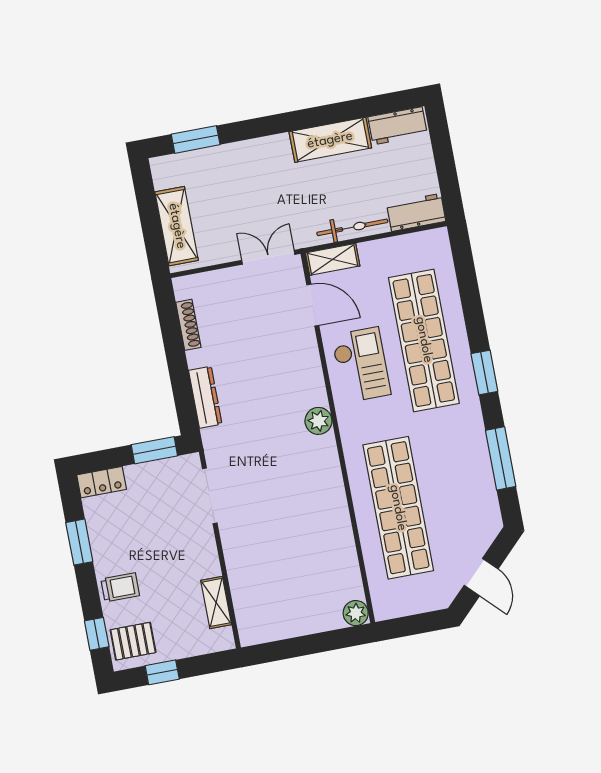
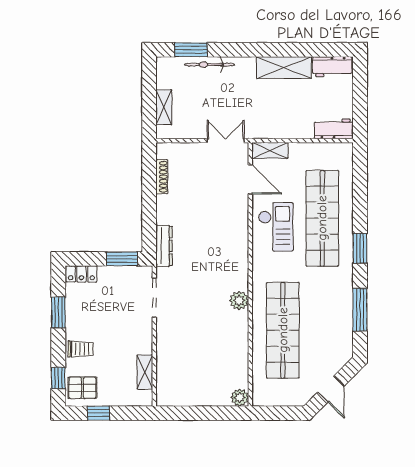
shelving: (177, 226) -> (164, 107), width x0.67, depth x0.75
bicycle: (352, 227) -> (209, 65), moved, turned 180
dresser: (205, 397) -> (164, 246), moved
plant: (318, 421) -> (239, 300), moved

